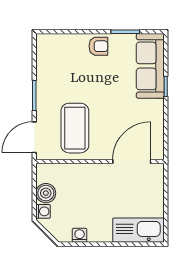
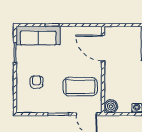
armchair: (98, 46) -> (37, 82), moved
boiler: (46, 193) -> (111, 106), moved

